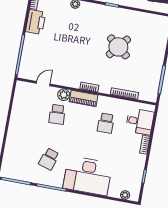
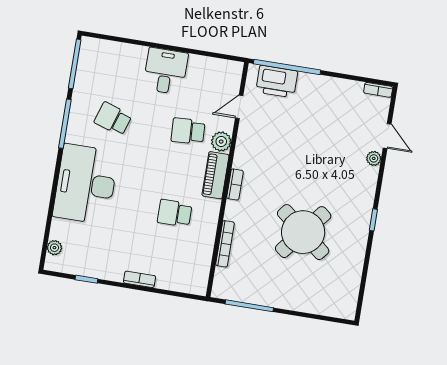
printer: (36, 22) -> (277, 82), moved
round table: (118, 47) -> (303, 232), width x1.36, depth x1.36
door: (43, 84) -> (239, 107), swing flipped
desk: (140, 121) -> (166, 71), moved, turned 180

